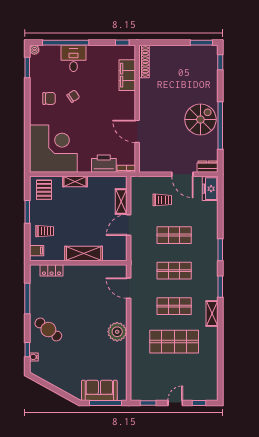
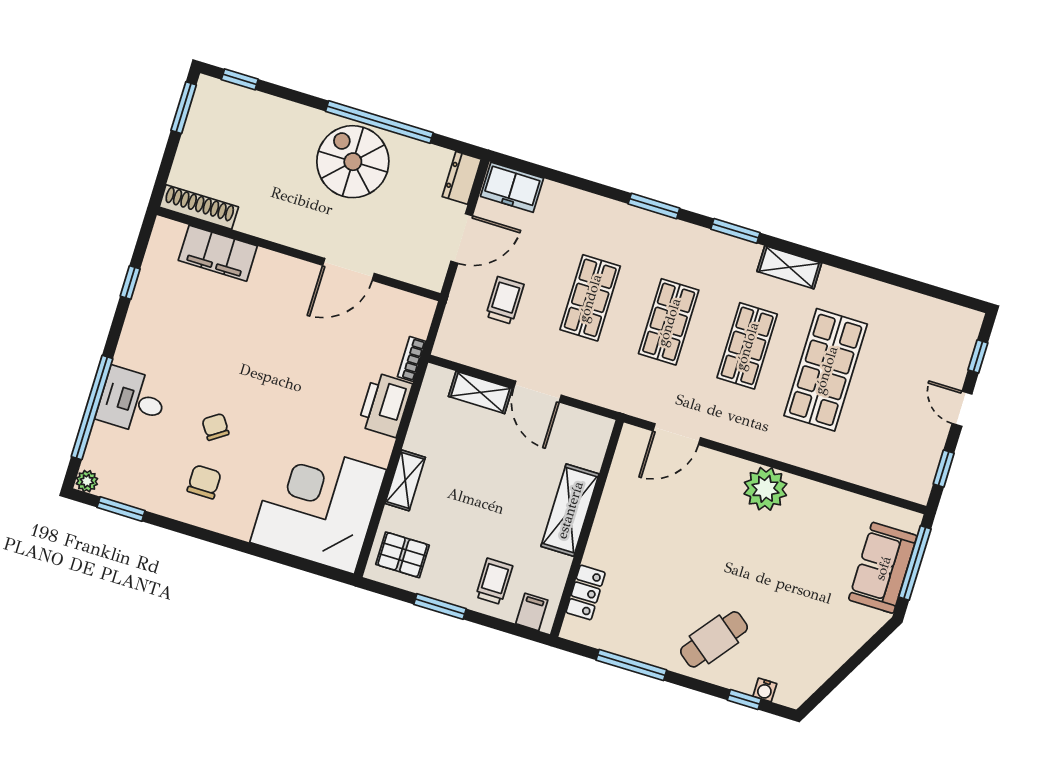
shoe rack: (144, 61) -> (199, 207), moved
filing cabinet: (127, 75) -> (218, 253), moved
wall: (137, 109) -> (299, 254), moved
door: (137, 131) -> (348, 269), moved

